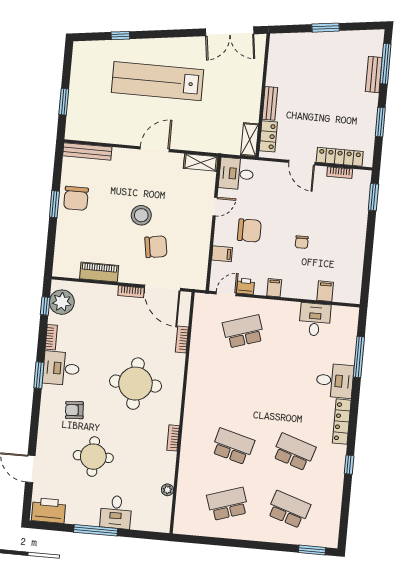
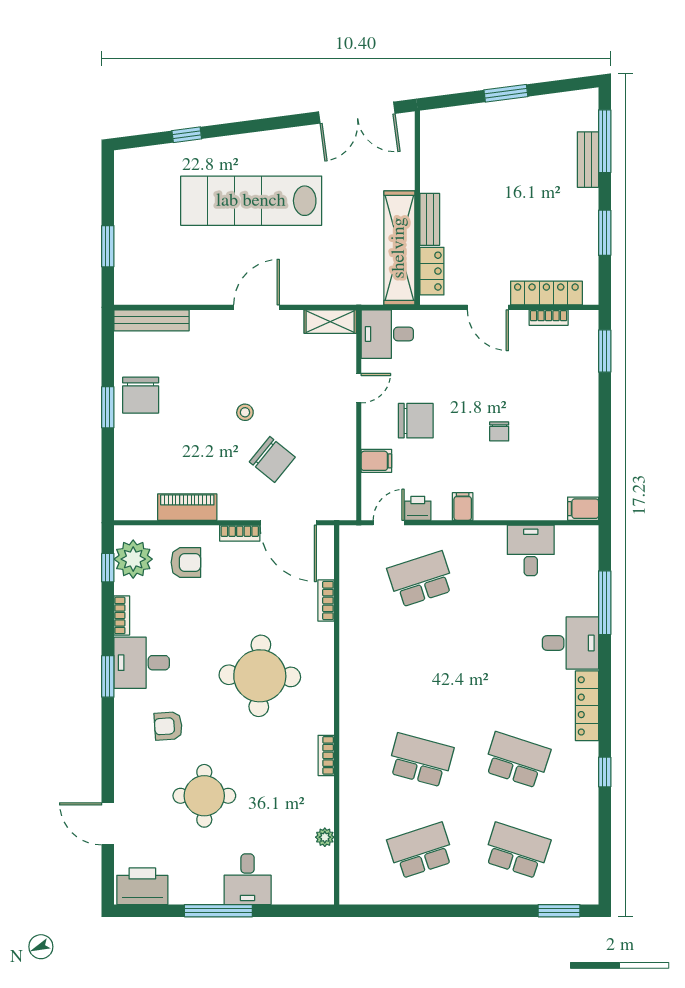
shelving: (250, 140) -> (399, 248), width x2.20, depth x1.33
stool: (141, 215) -> (245, 412), width x0.53, depth x0.53
chair: (156, 247) -> (272, 459), turned 48
filing cabinet: (325, 291) -> (583, 509), moved, turned -90
armchair: (95, 307) -> (186, 562), added

